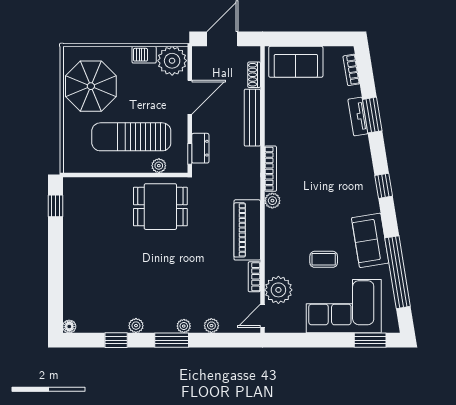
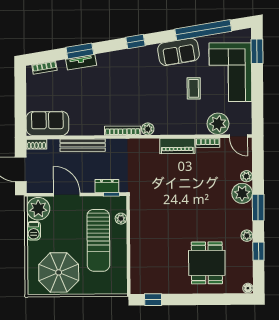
sofa: (296, 62) -> (47, 123), moved, turned -90
shoe rack: (254, 75) -> (36, 144), moved
dining table: (160, 207) -> (207, 263), moved
piano: (247, 230) -> (177, 146), width x0.73, depth x0.75
plant: (184, 326) -> (242, 193), width x1.88, depth x1.88

